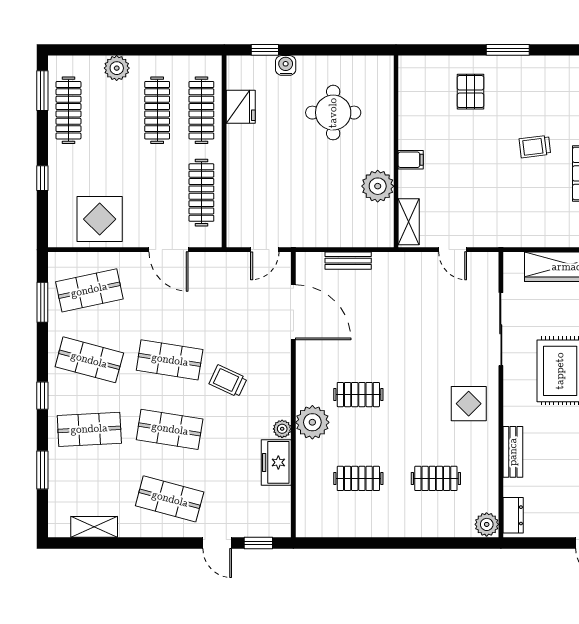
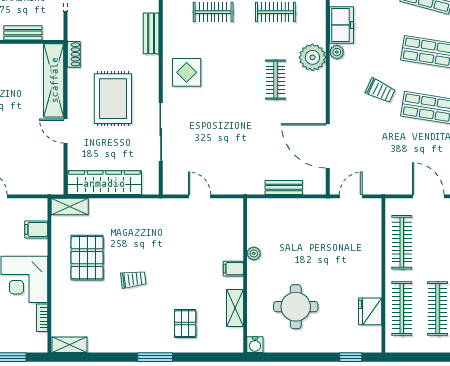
water cooler: (286, 65) -> (255, 345), moved
plant: (378, 186) -> (254, 253), width x0.53, depth x0.53
shelving: (409, 222) -> (235, 308), moved
clothes rail: (358, 395) -> (275, 80), turned 90

